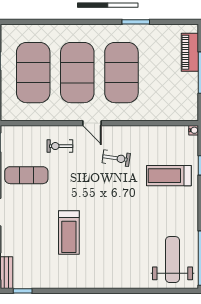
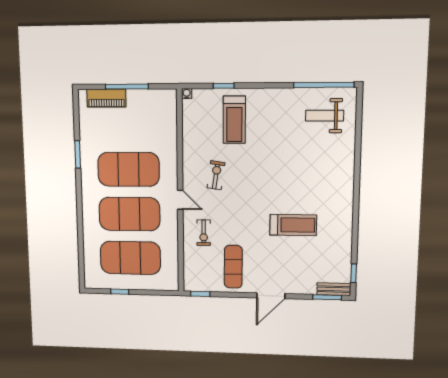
door: (92, 123) -> (180, 200), hinge flipped
weight bench: (172, 260) -> (325, 116), width x0.73, depth x0.75

